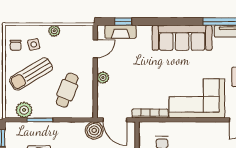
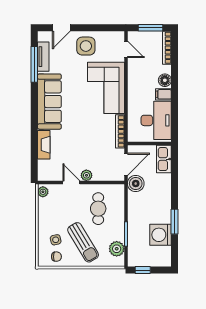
window: (123, 22) -> (34, 156), removed
plant: (54, 31) -> (43, 192), moved
fireplace: (121, 32) -> (44, 145), moved
door: (95, 49) -> (71, 182), moved
cafe table: (67, 90) -> (98, 209), turned 68

